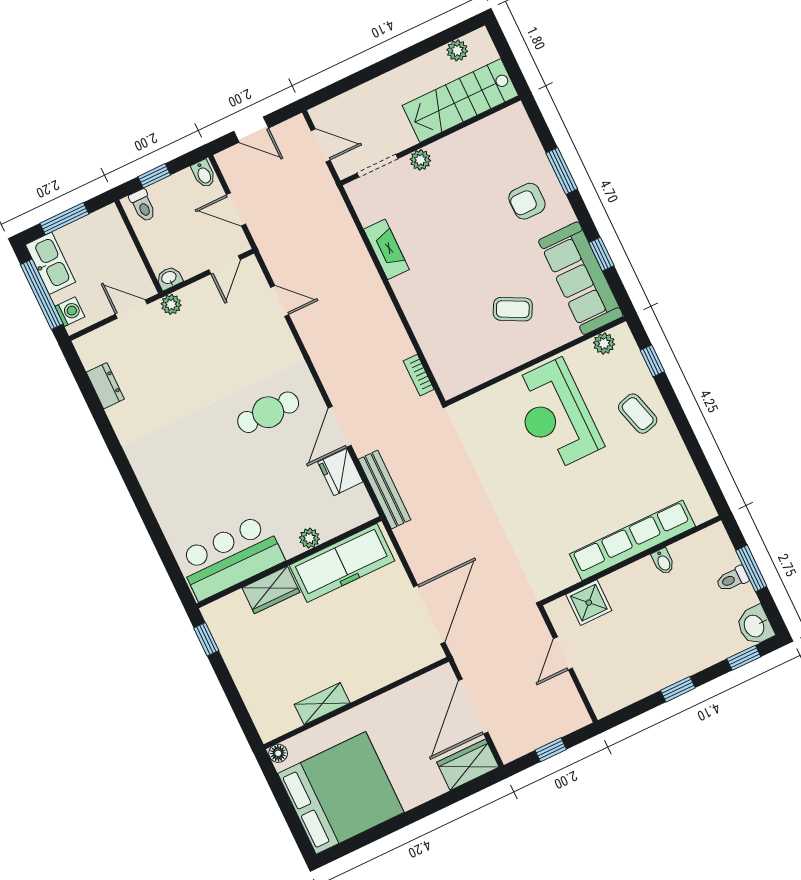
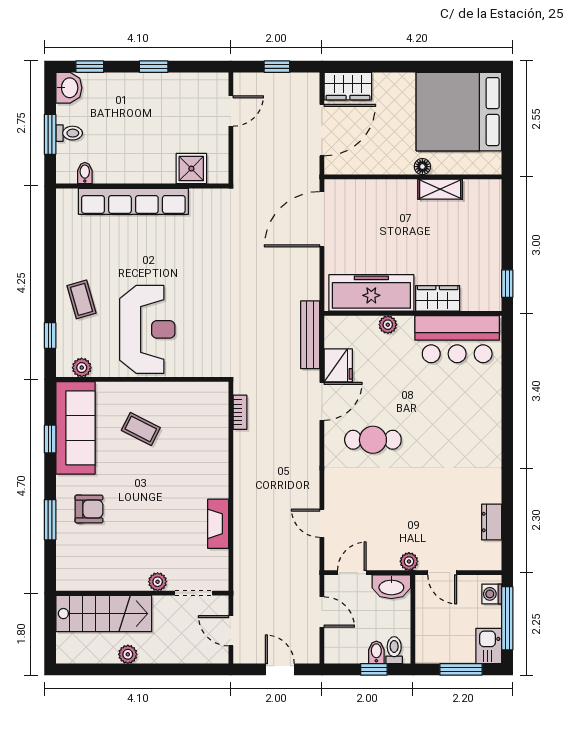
plant: (457, 50) -> (128, 654), moved
bidet: (204, 174) -> (376, 652), moved
kitchen sink: (50, 263) -> (489, 646), width x0.73
washbasin: (169, 278) -> (391, 587), width x1.91, depth x1.45
bidet: (663, 561) -> (85, 173), moved
door: (563, 653) -> (231, 111), moved
floor lamp: (278, 753) -> (422, 167), moved

